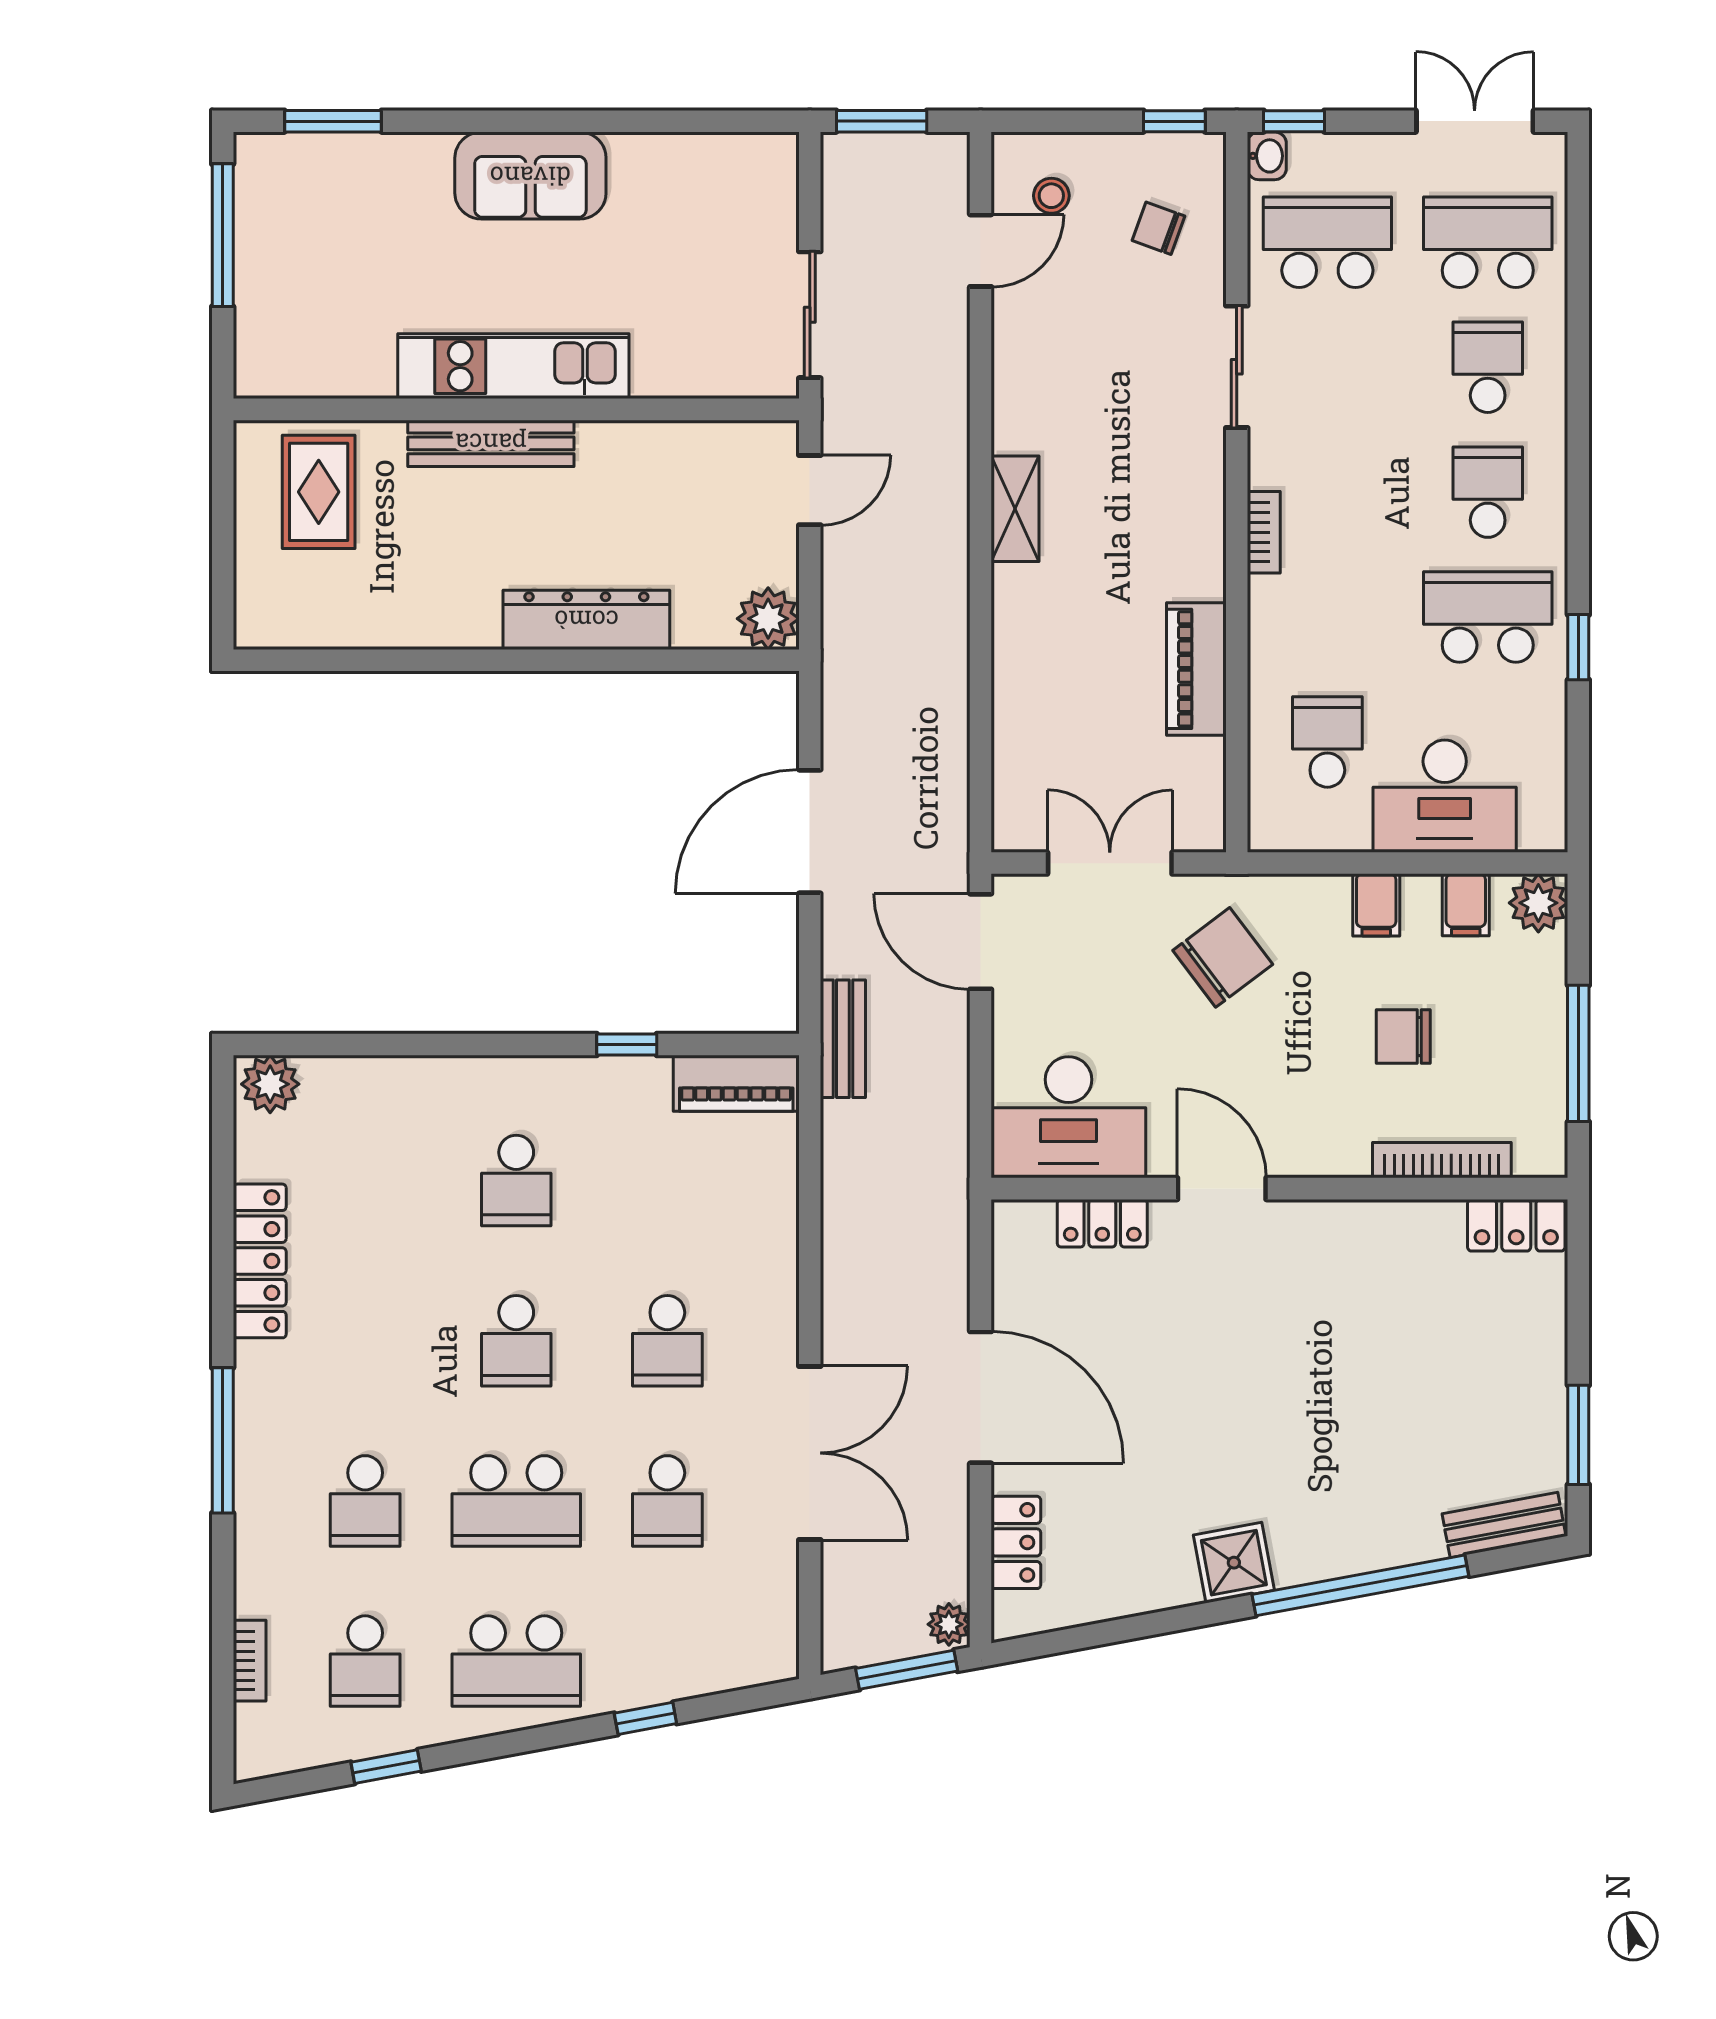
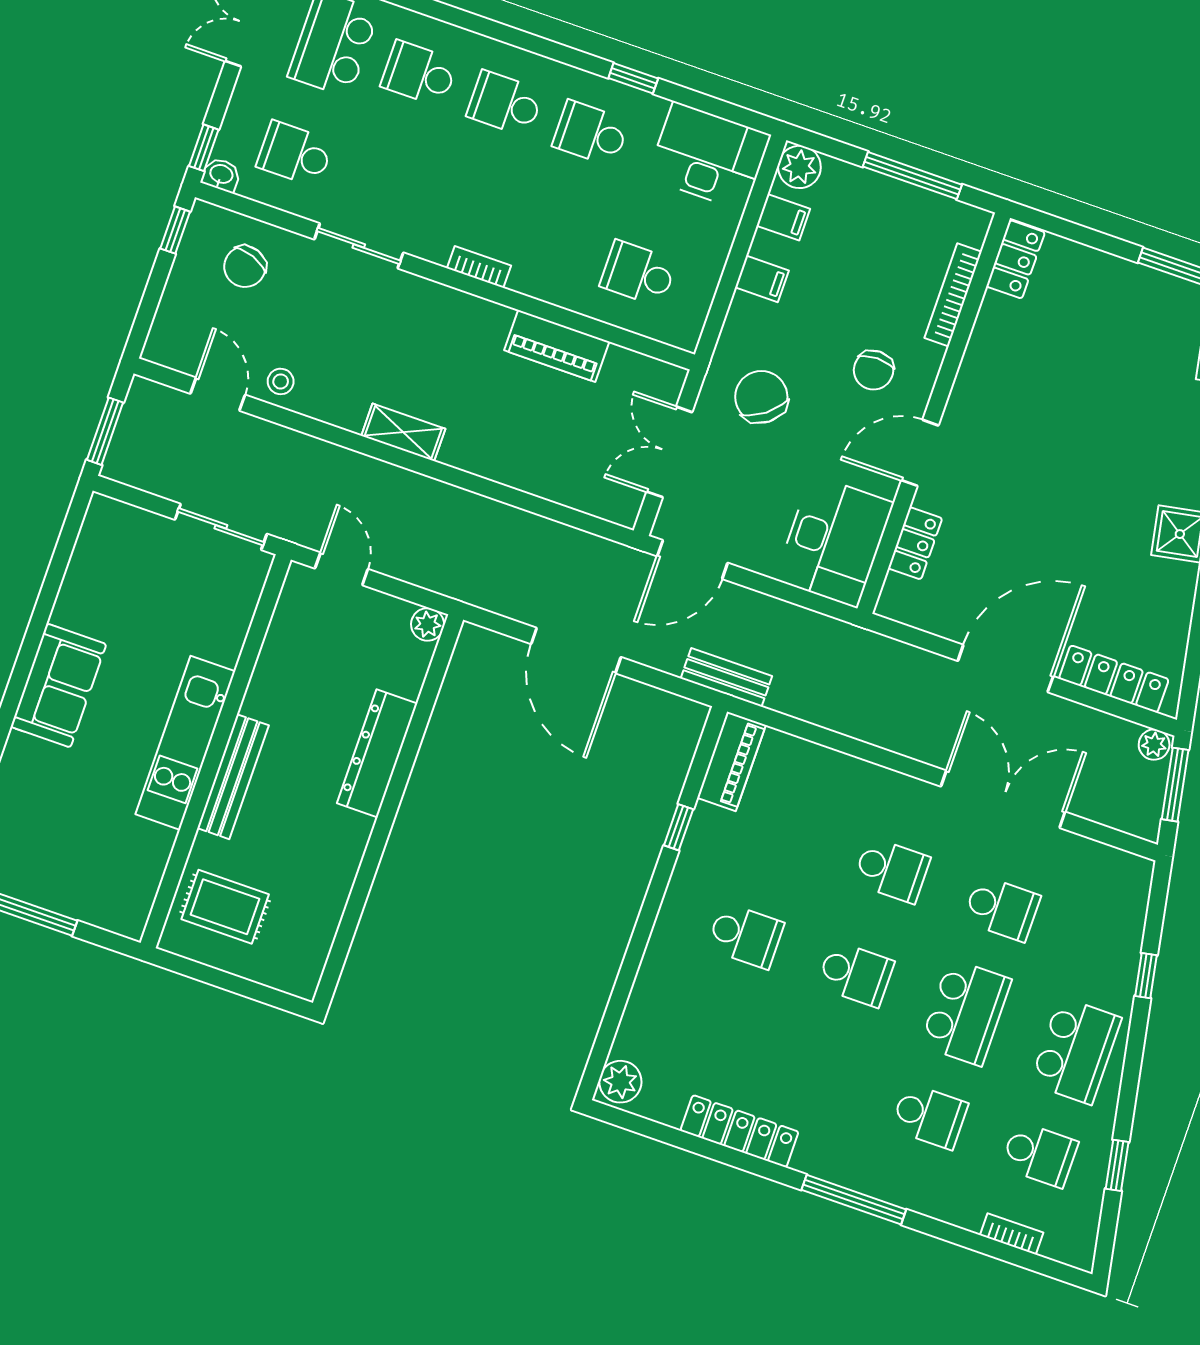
stool: (1051, 196) -> (281, 381), moved
chair: (1158, 228) -> (245, 267), width x1.37, depth x1.37
school desk: (1327, 242) -> (295, 154), width x0.54
school desk: (1488, 617) -> (591, 133), width x0.54
plant: (768, 619) -> (428, 624), width x0.73, depth x0.73
desk: (1445, 796) -> (709, 156), moved, turned -90
chair: (1403, 1036) -> (874, 370), moved
locker: (1016, 1542) -> (1114, 679), width x1.53

